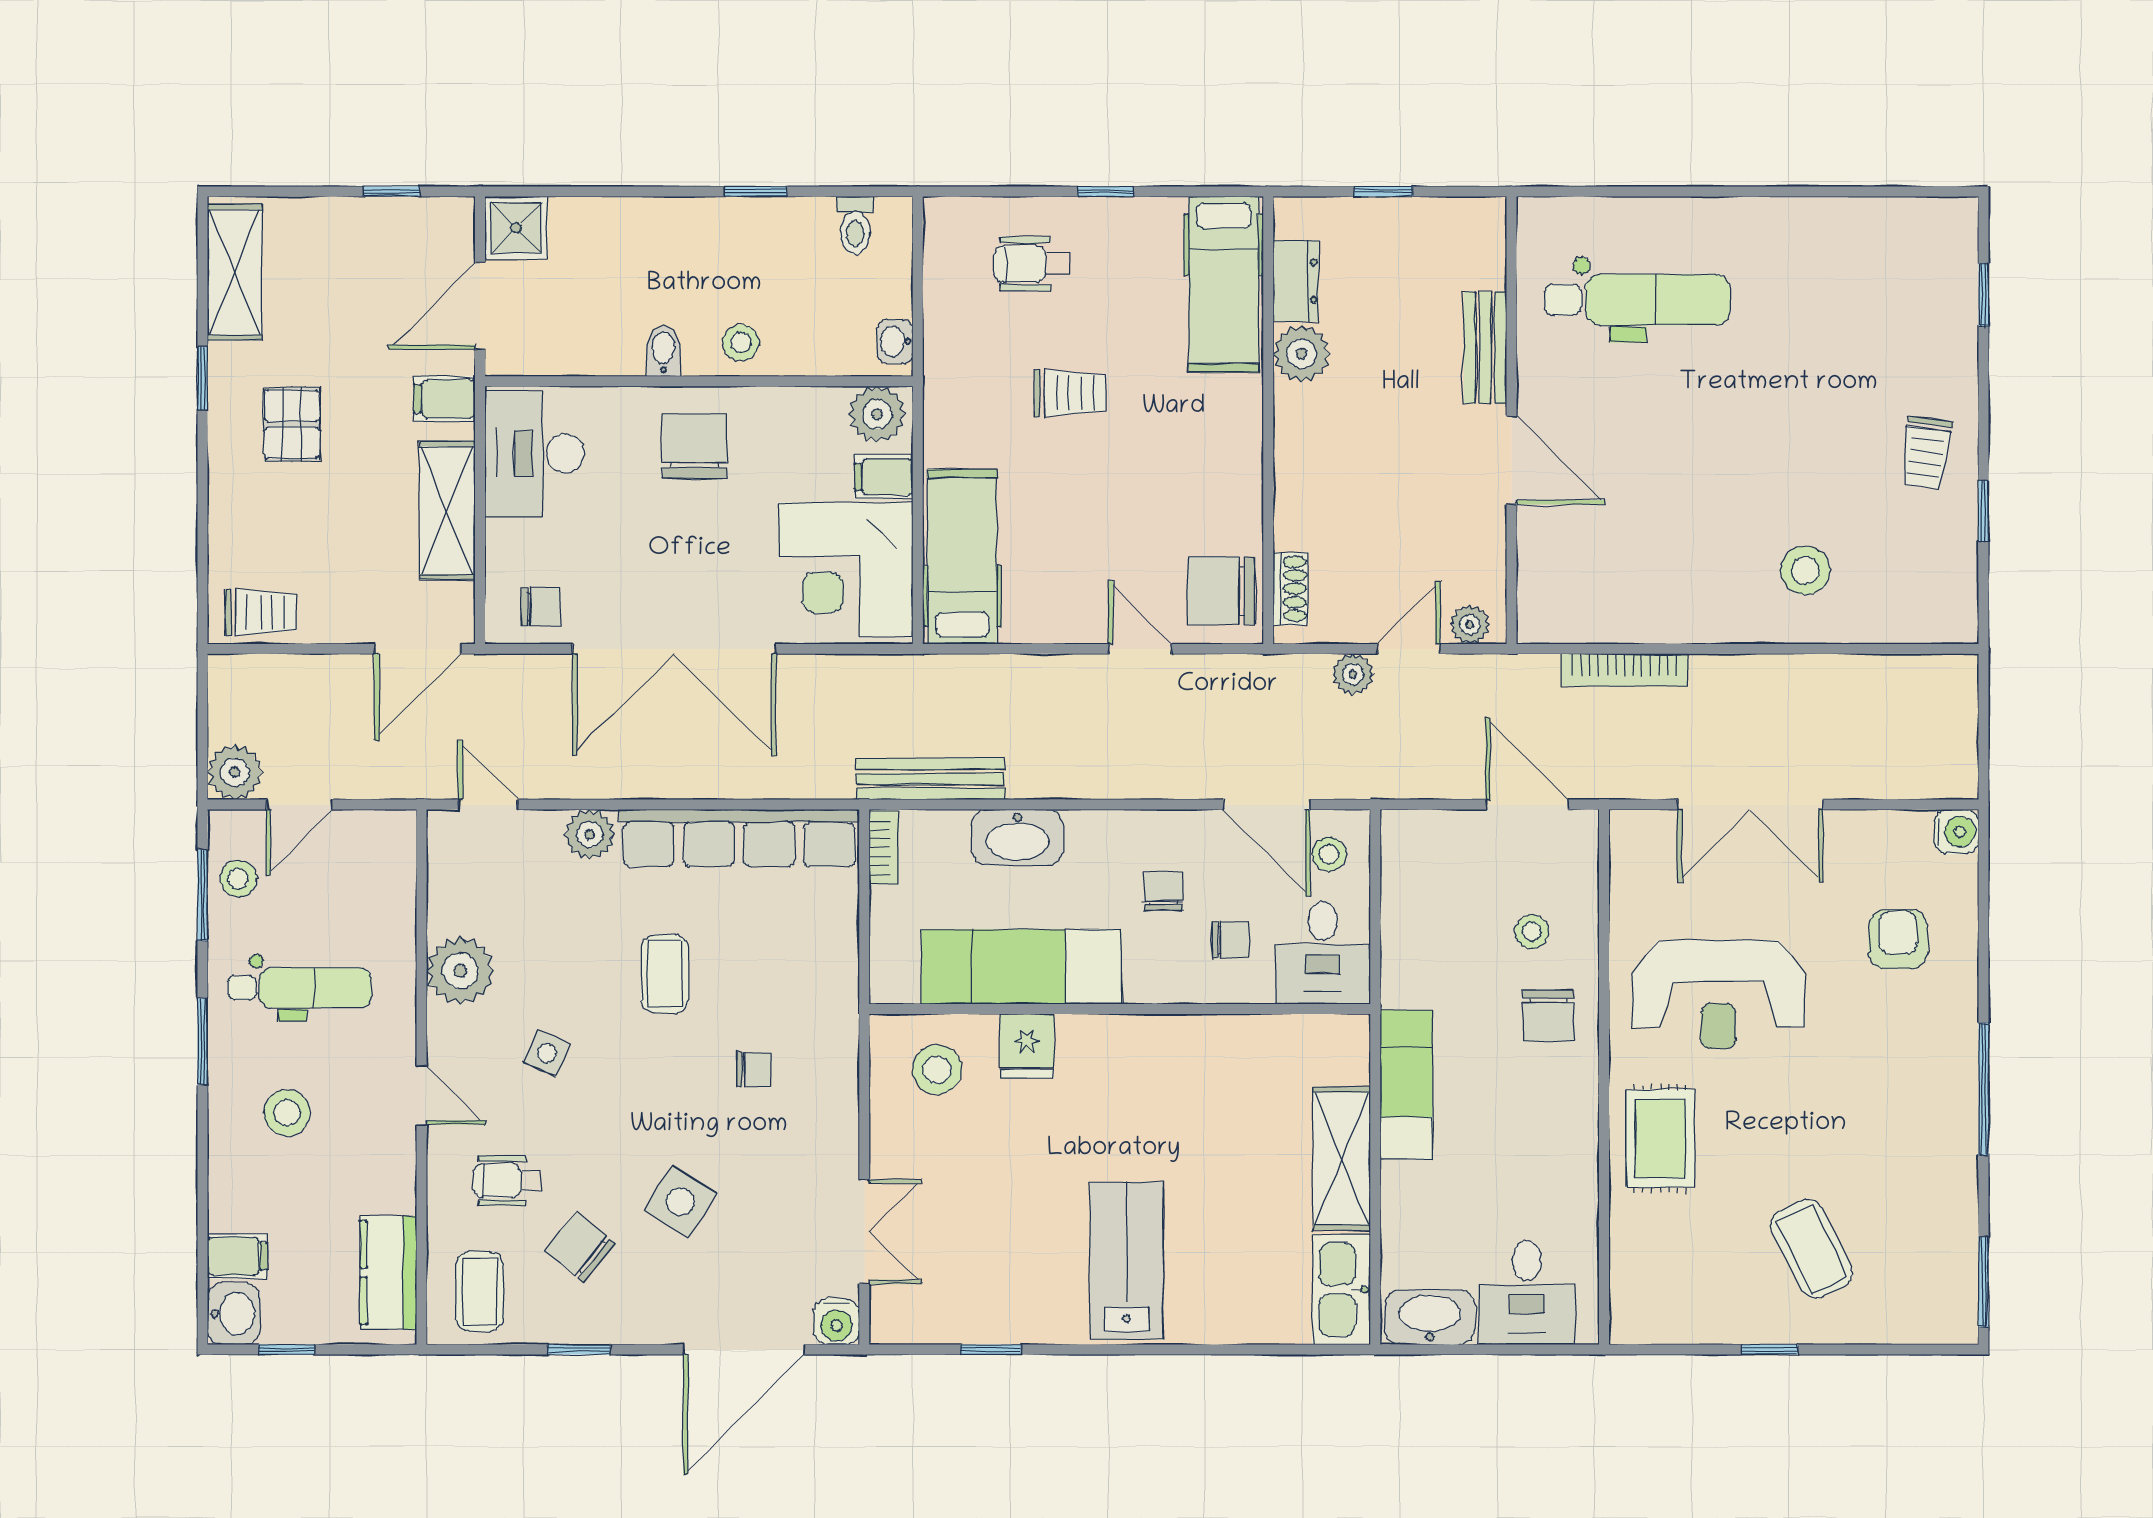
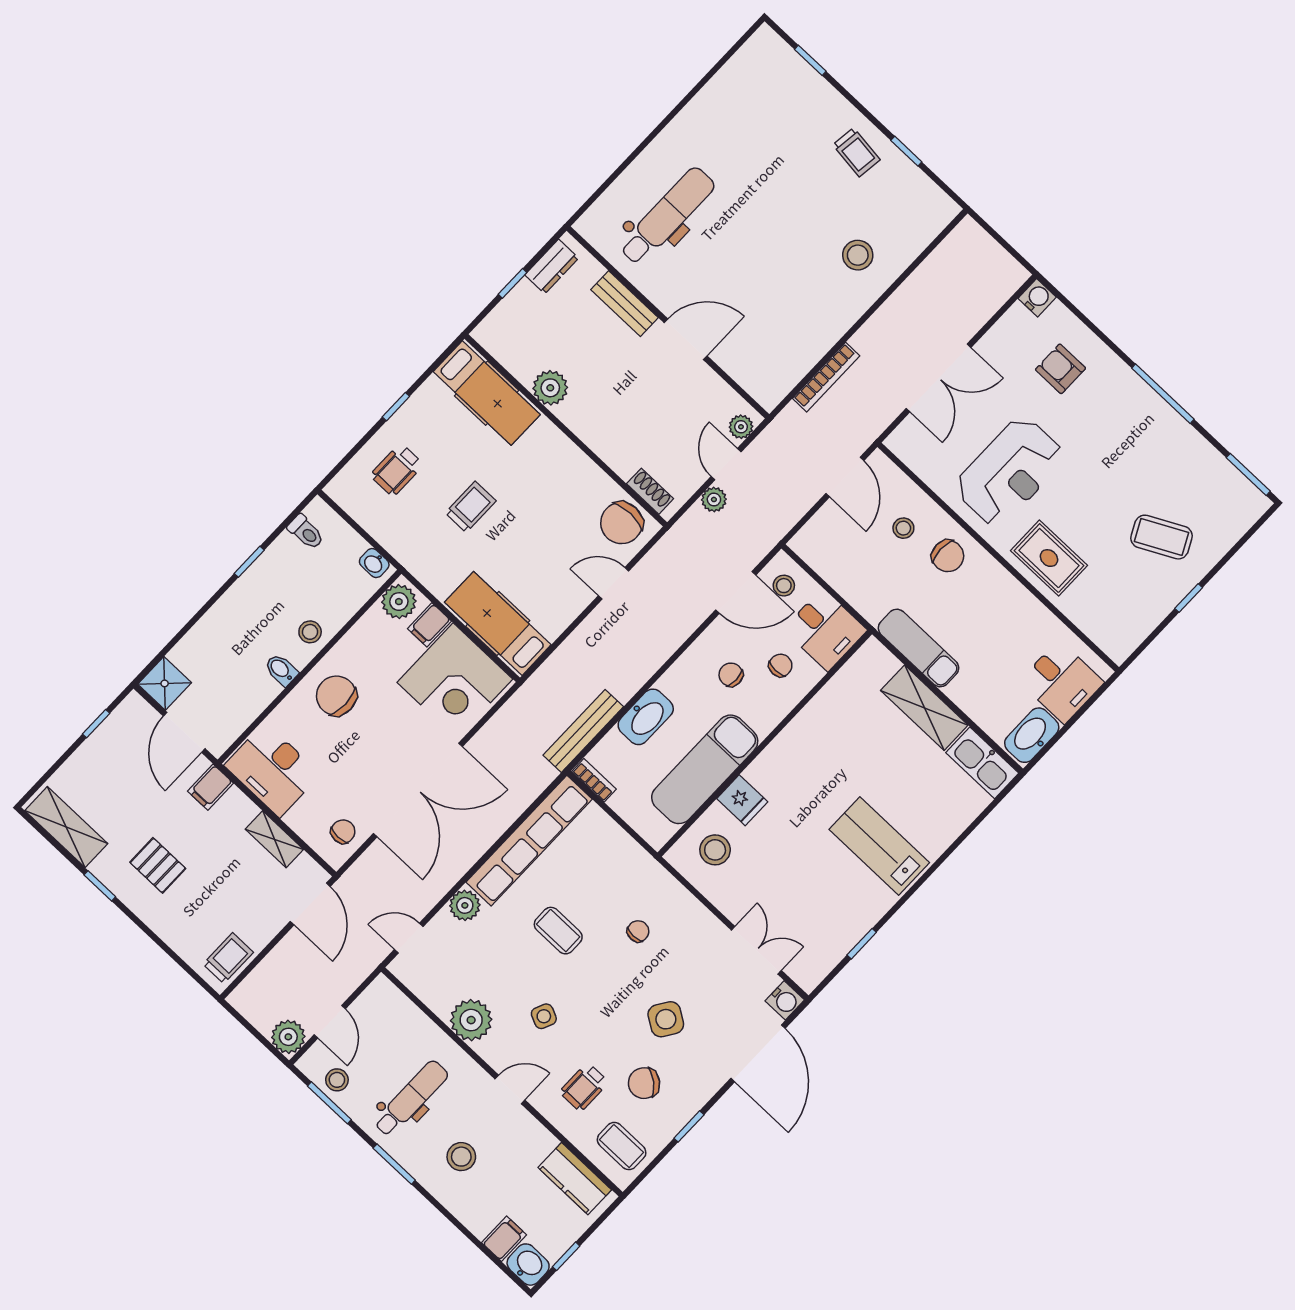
dresser: (1296, 281) -> (552, 267), moved, turned 90
shelving: (447, 510) -> (274, 839), width x0.67, depth x0.75
door: (1527, 805) -> (845, 477), swing flipped

